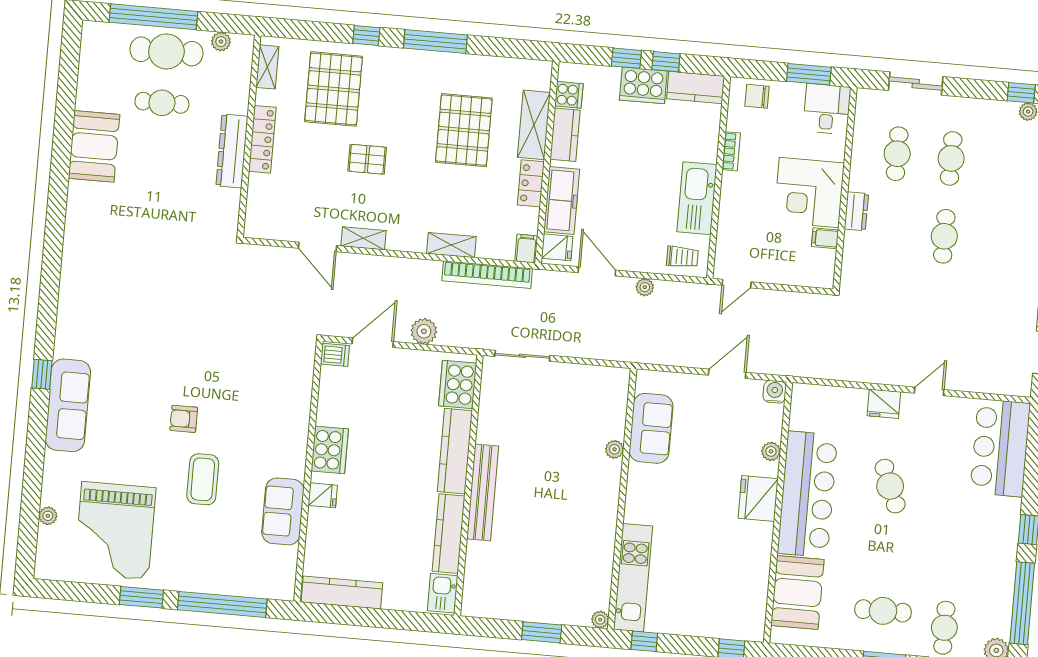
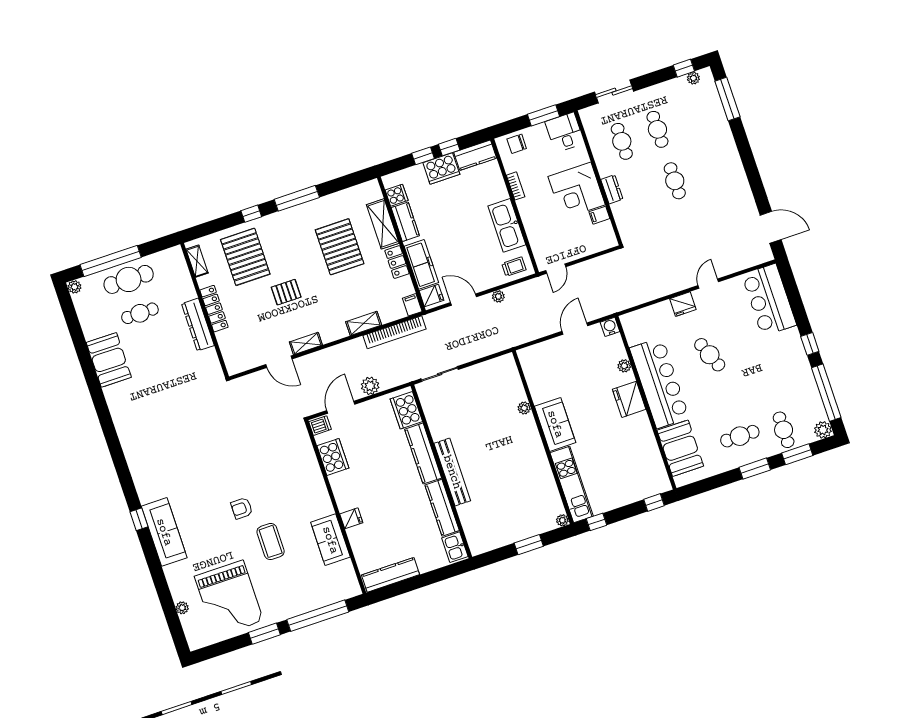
plant: (221, 42) -> (75, 287), moved
sofa: (651, 428) -> (555, 424), moved
cooker: (330, 450) -> (333, 457), moved

